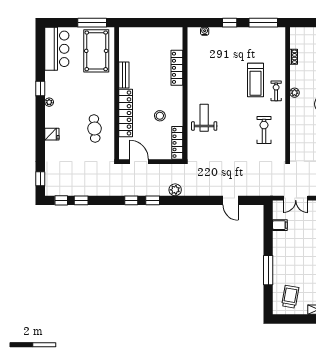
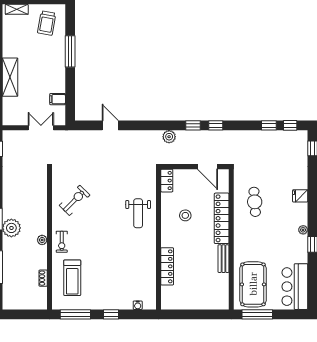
treadmill: (255, 80) -> (72, 278), moved, turned 180
exercise bike: (264, 130) -> (75, 200), turned -135
locker: (177, 143) -> (167, 181), width x0.66

